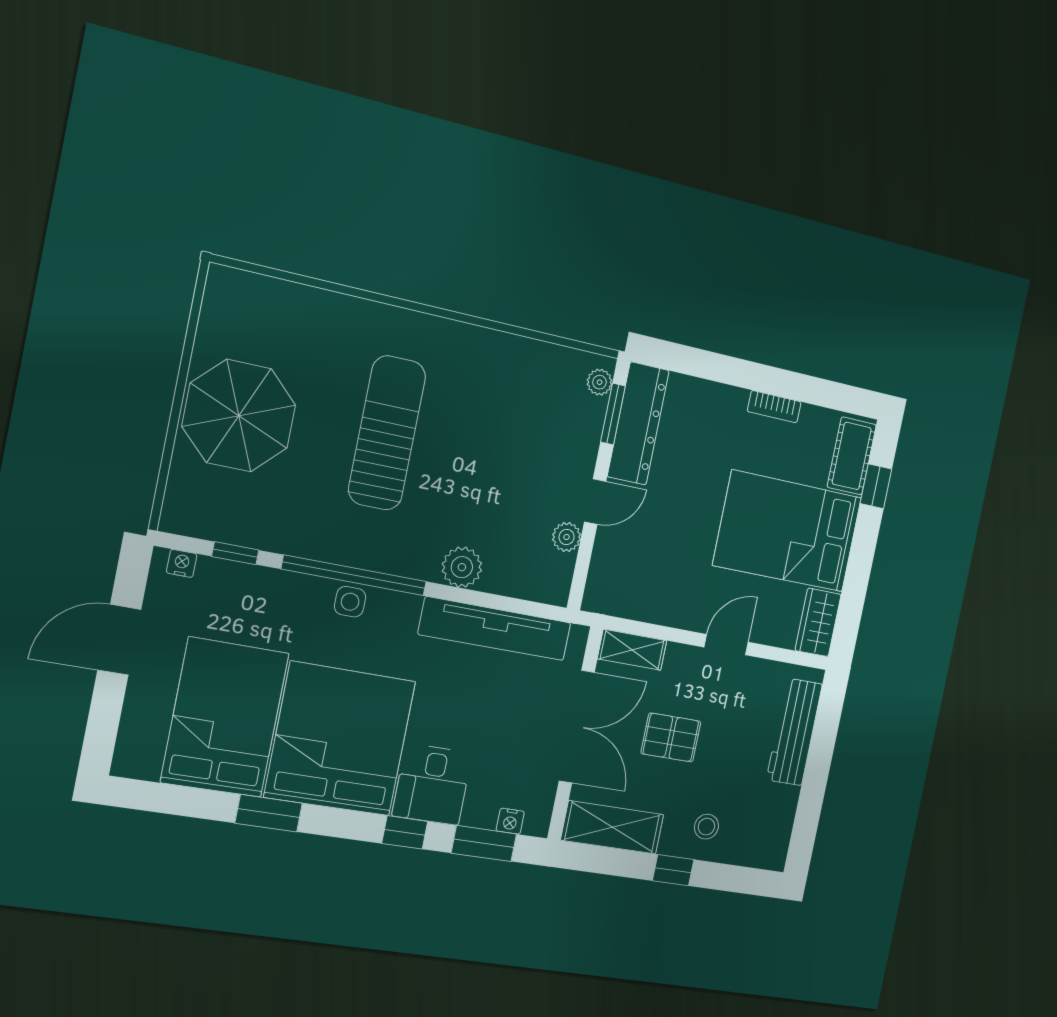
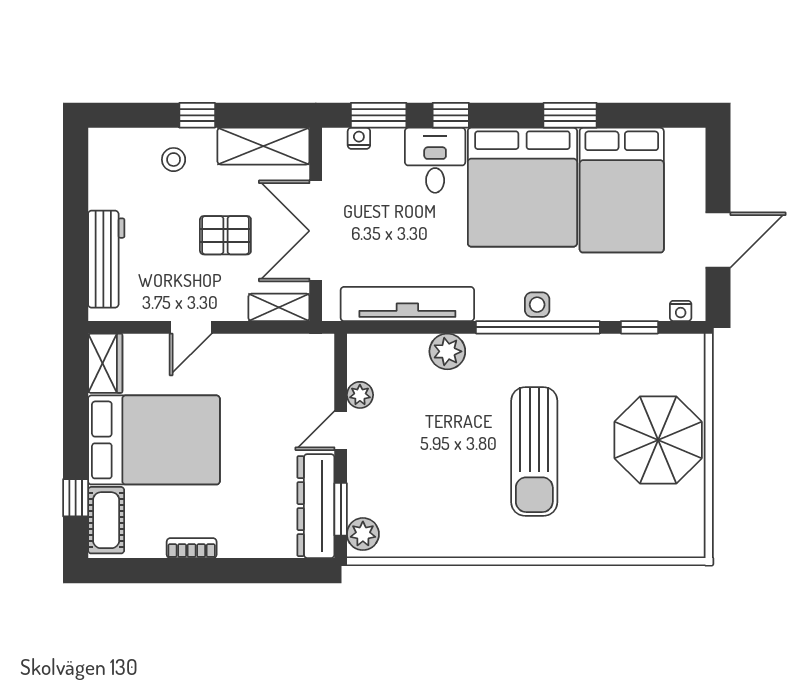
plant: (600, 382) -> (363, 534), width x1.38, depth x1.38

